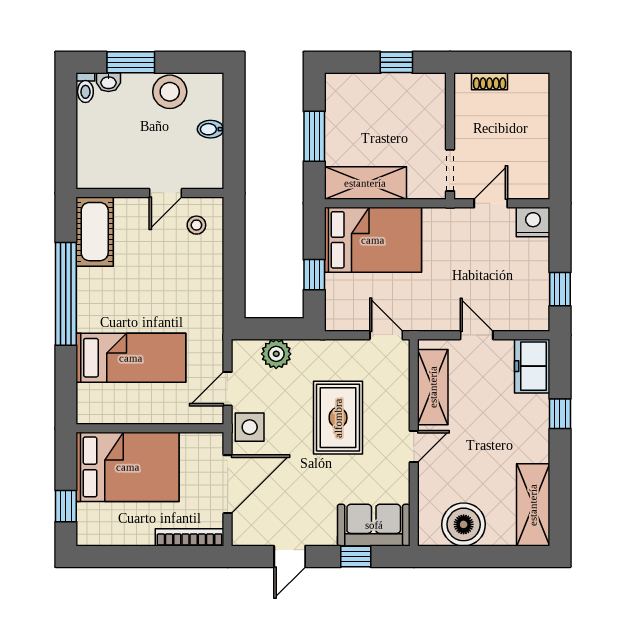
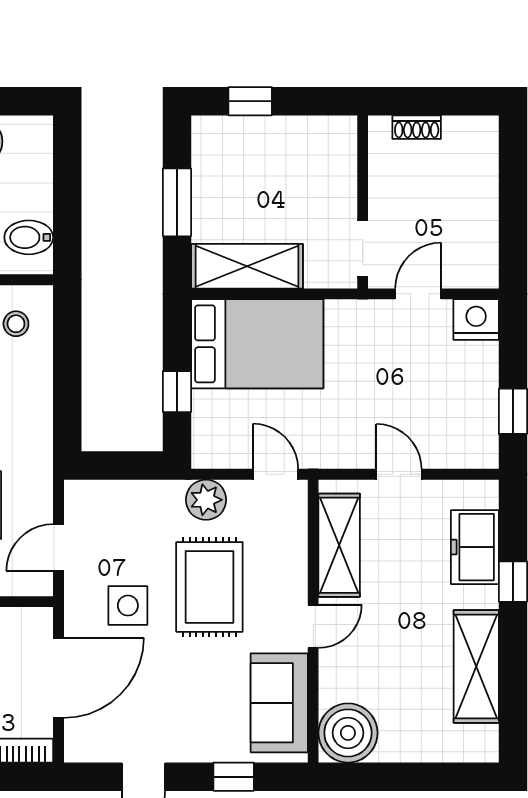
window: (396, 62) -> (250, 101), moved
bidet: (211, 129) -> (29, 237), moved, width x1.38, depth x1.36
plant: (276, 354) -> (206, 500), moved
freezer: (532, 366) -> (475, 547), moved
side table: (250, 427) -> (128, 606), moved
shelving: (533, 505) -> (476, 666), moved
boiler: (464, 524) -> (348, 733), moved
sofa: (374, 525) -> (279, 703), moved, turned -90

